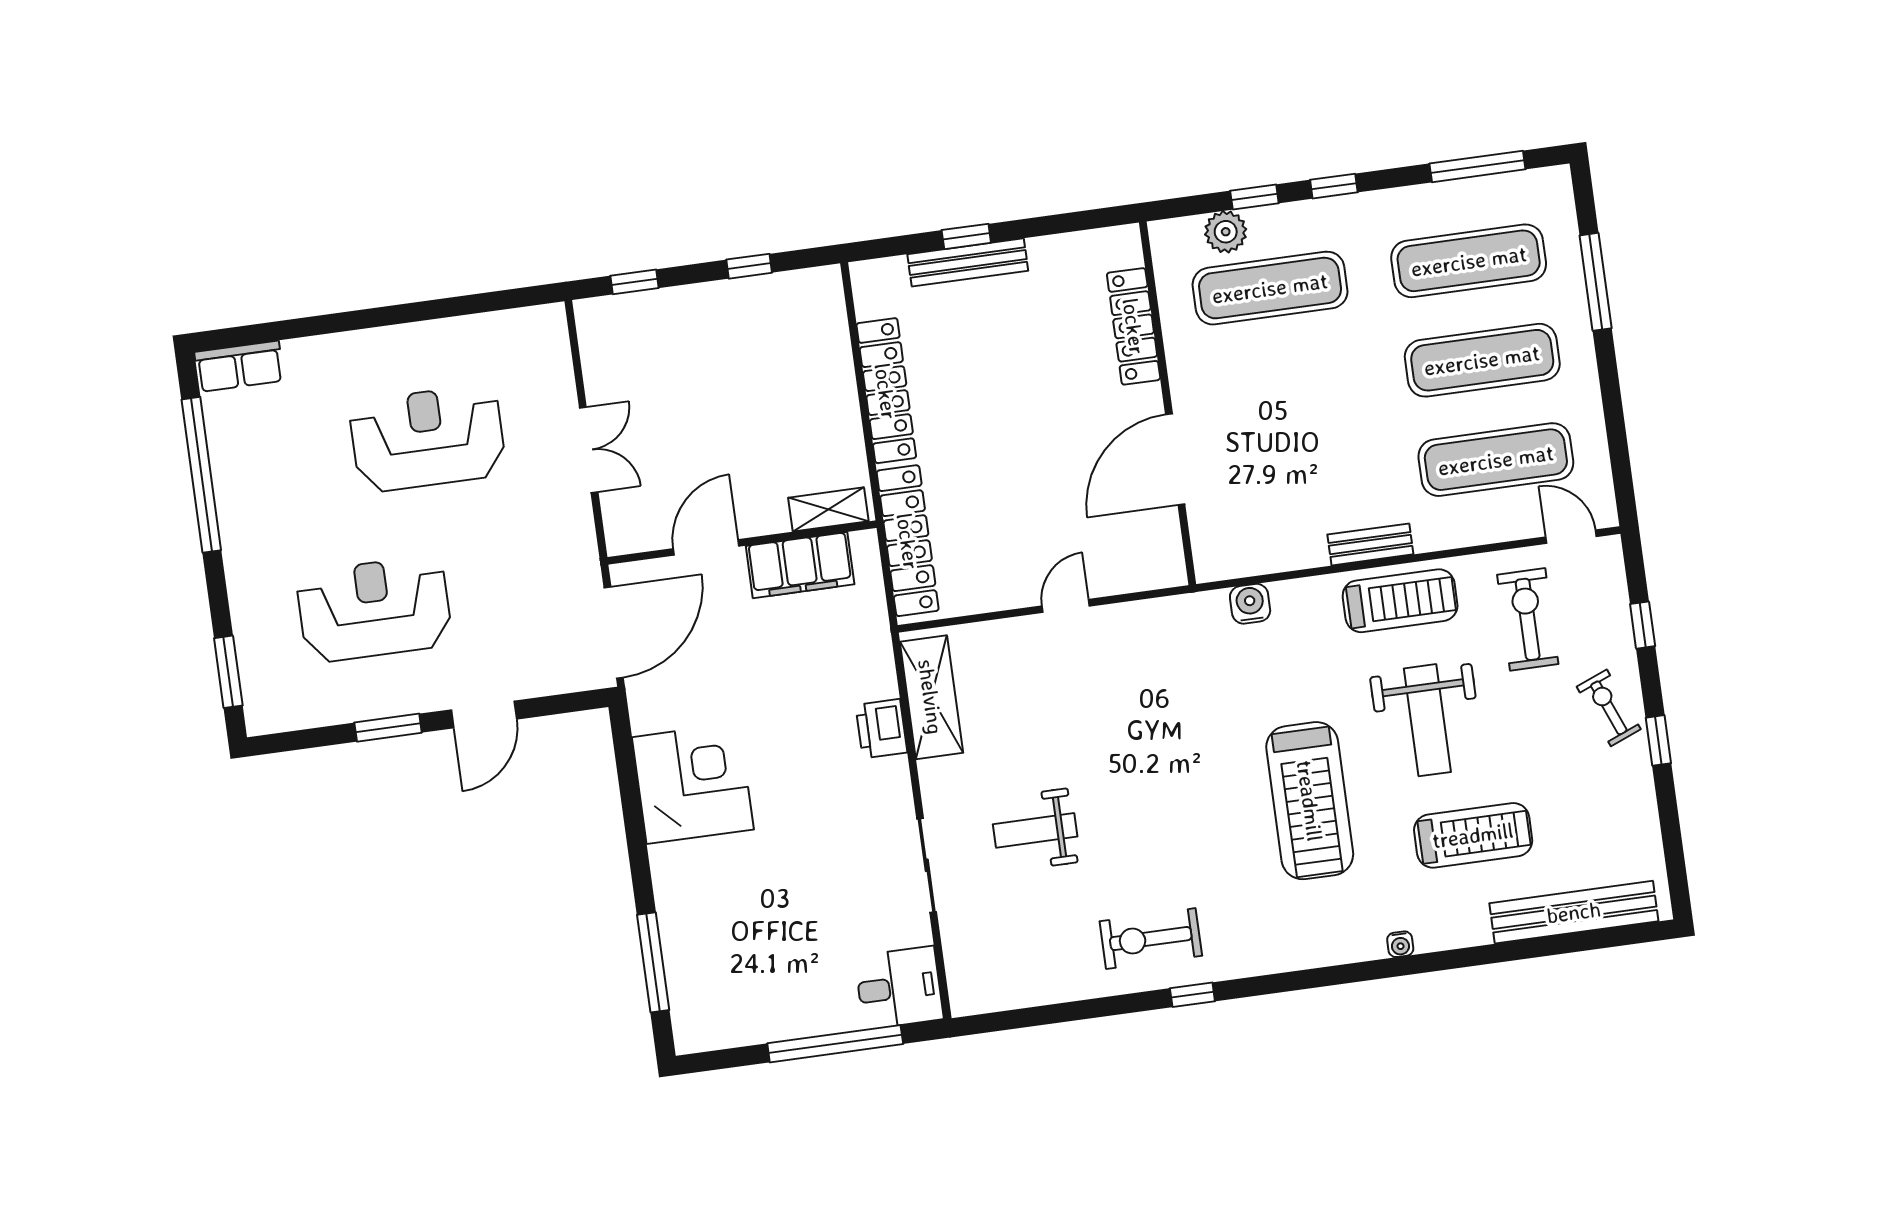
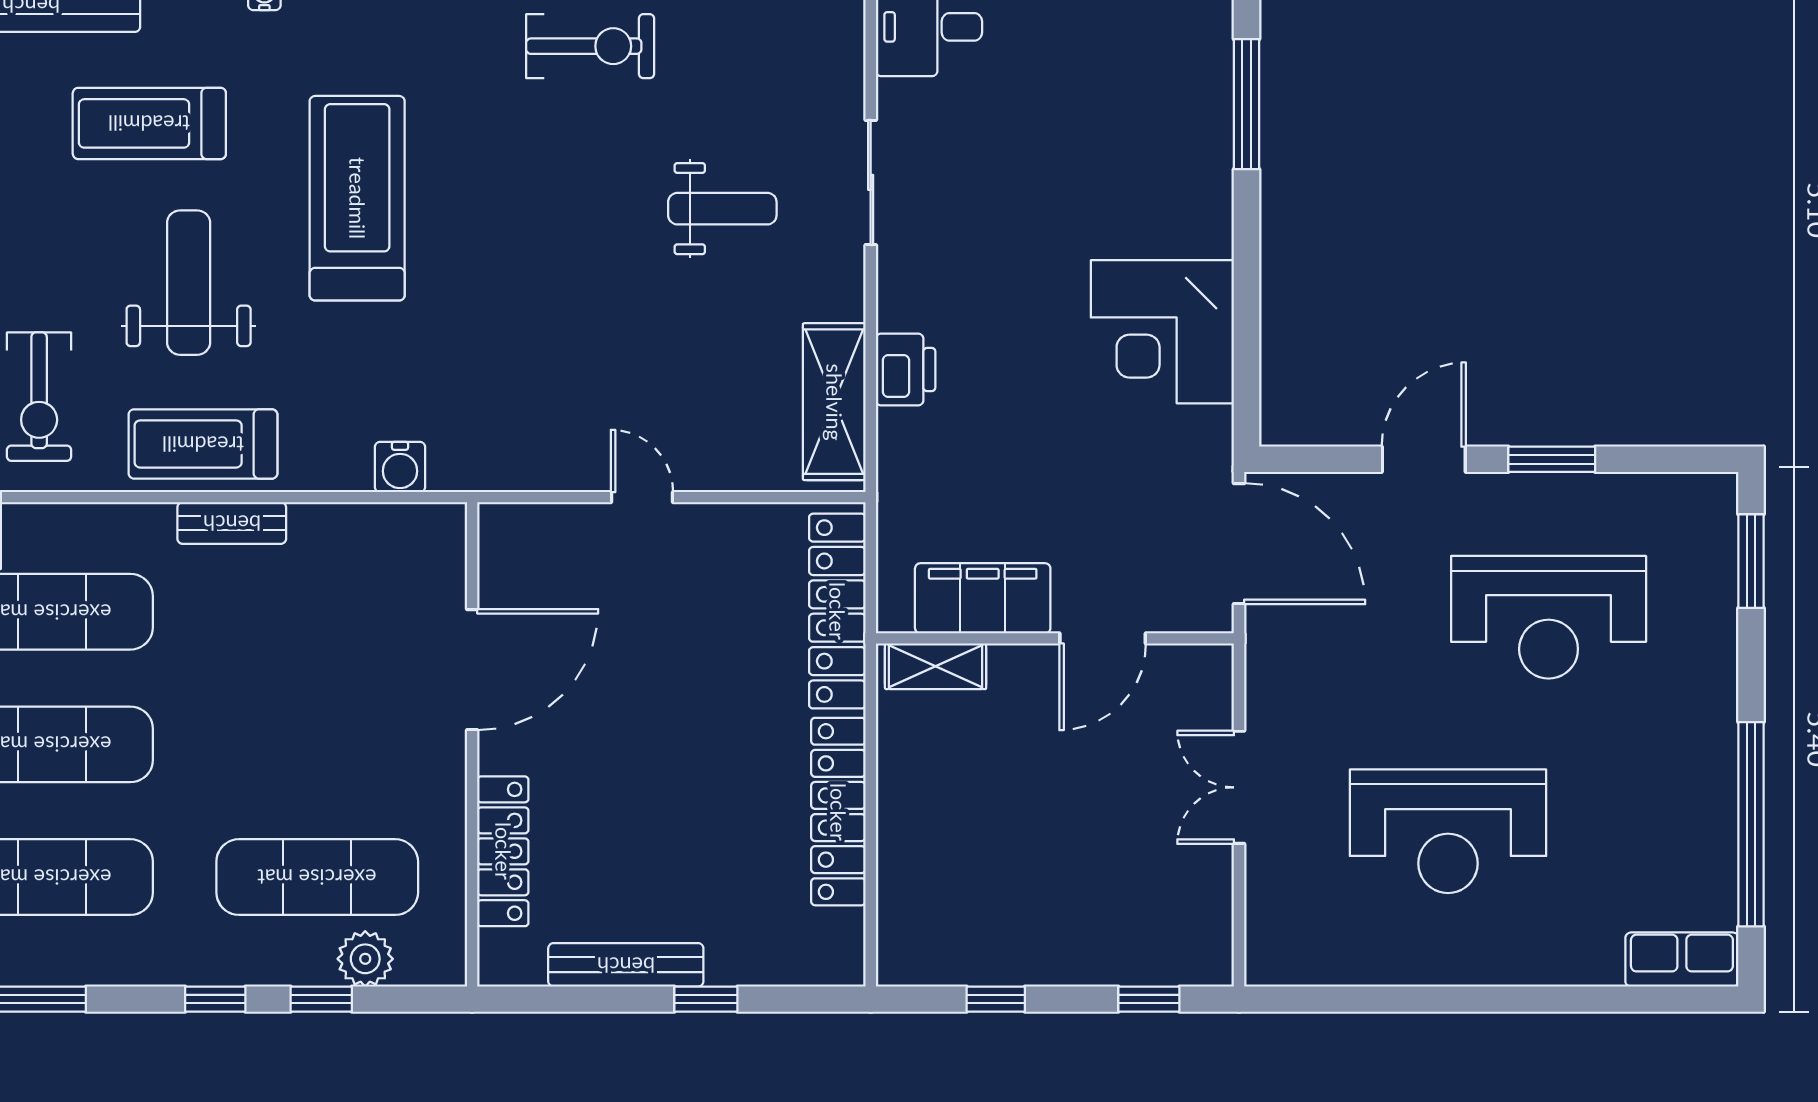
bench: (968, 262) -> (626, 965), moved
door: (1066, 606) -> (642, 497), swing flipped
door: (614, 632) -> (1239, 544), swing flipped

